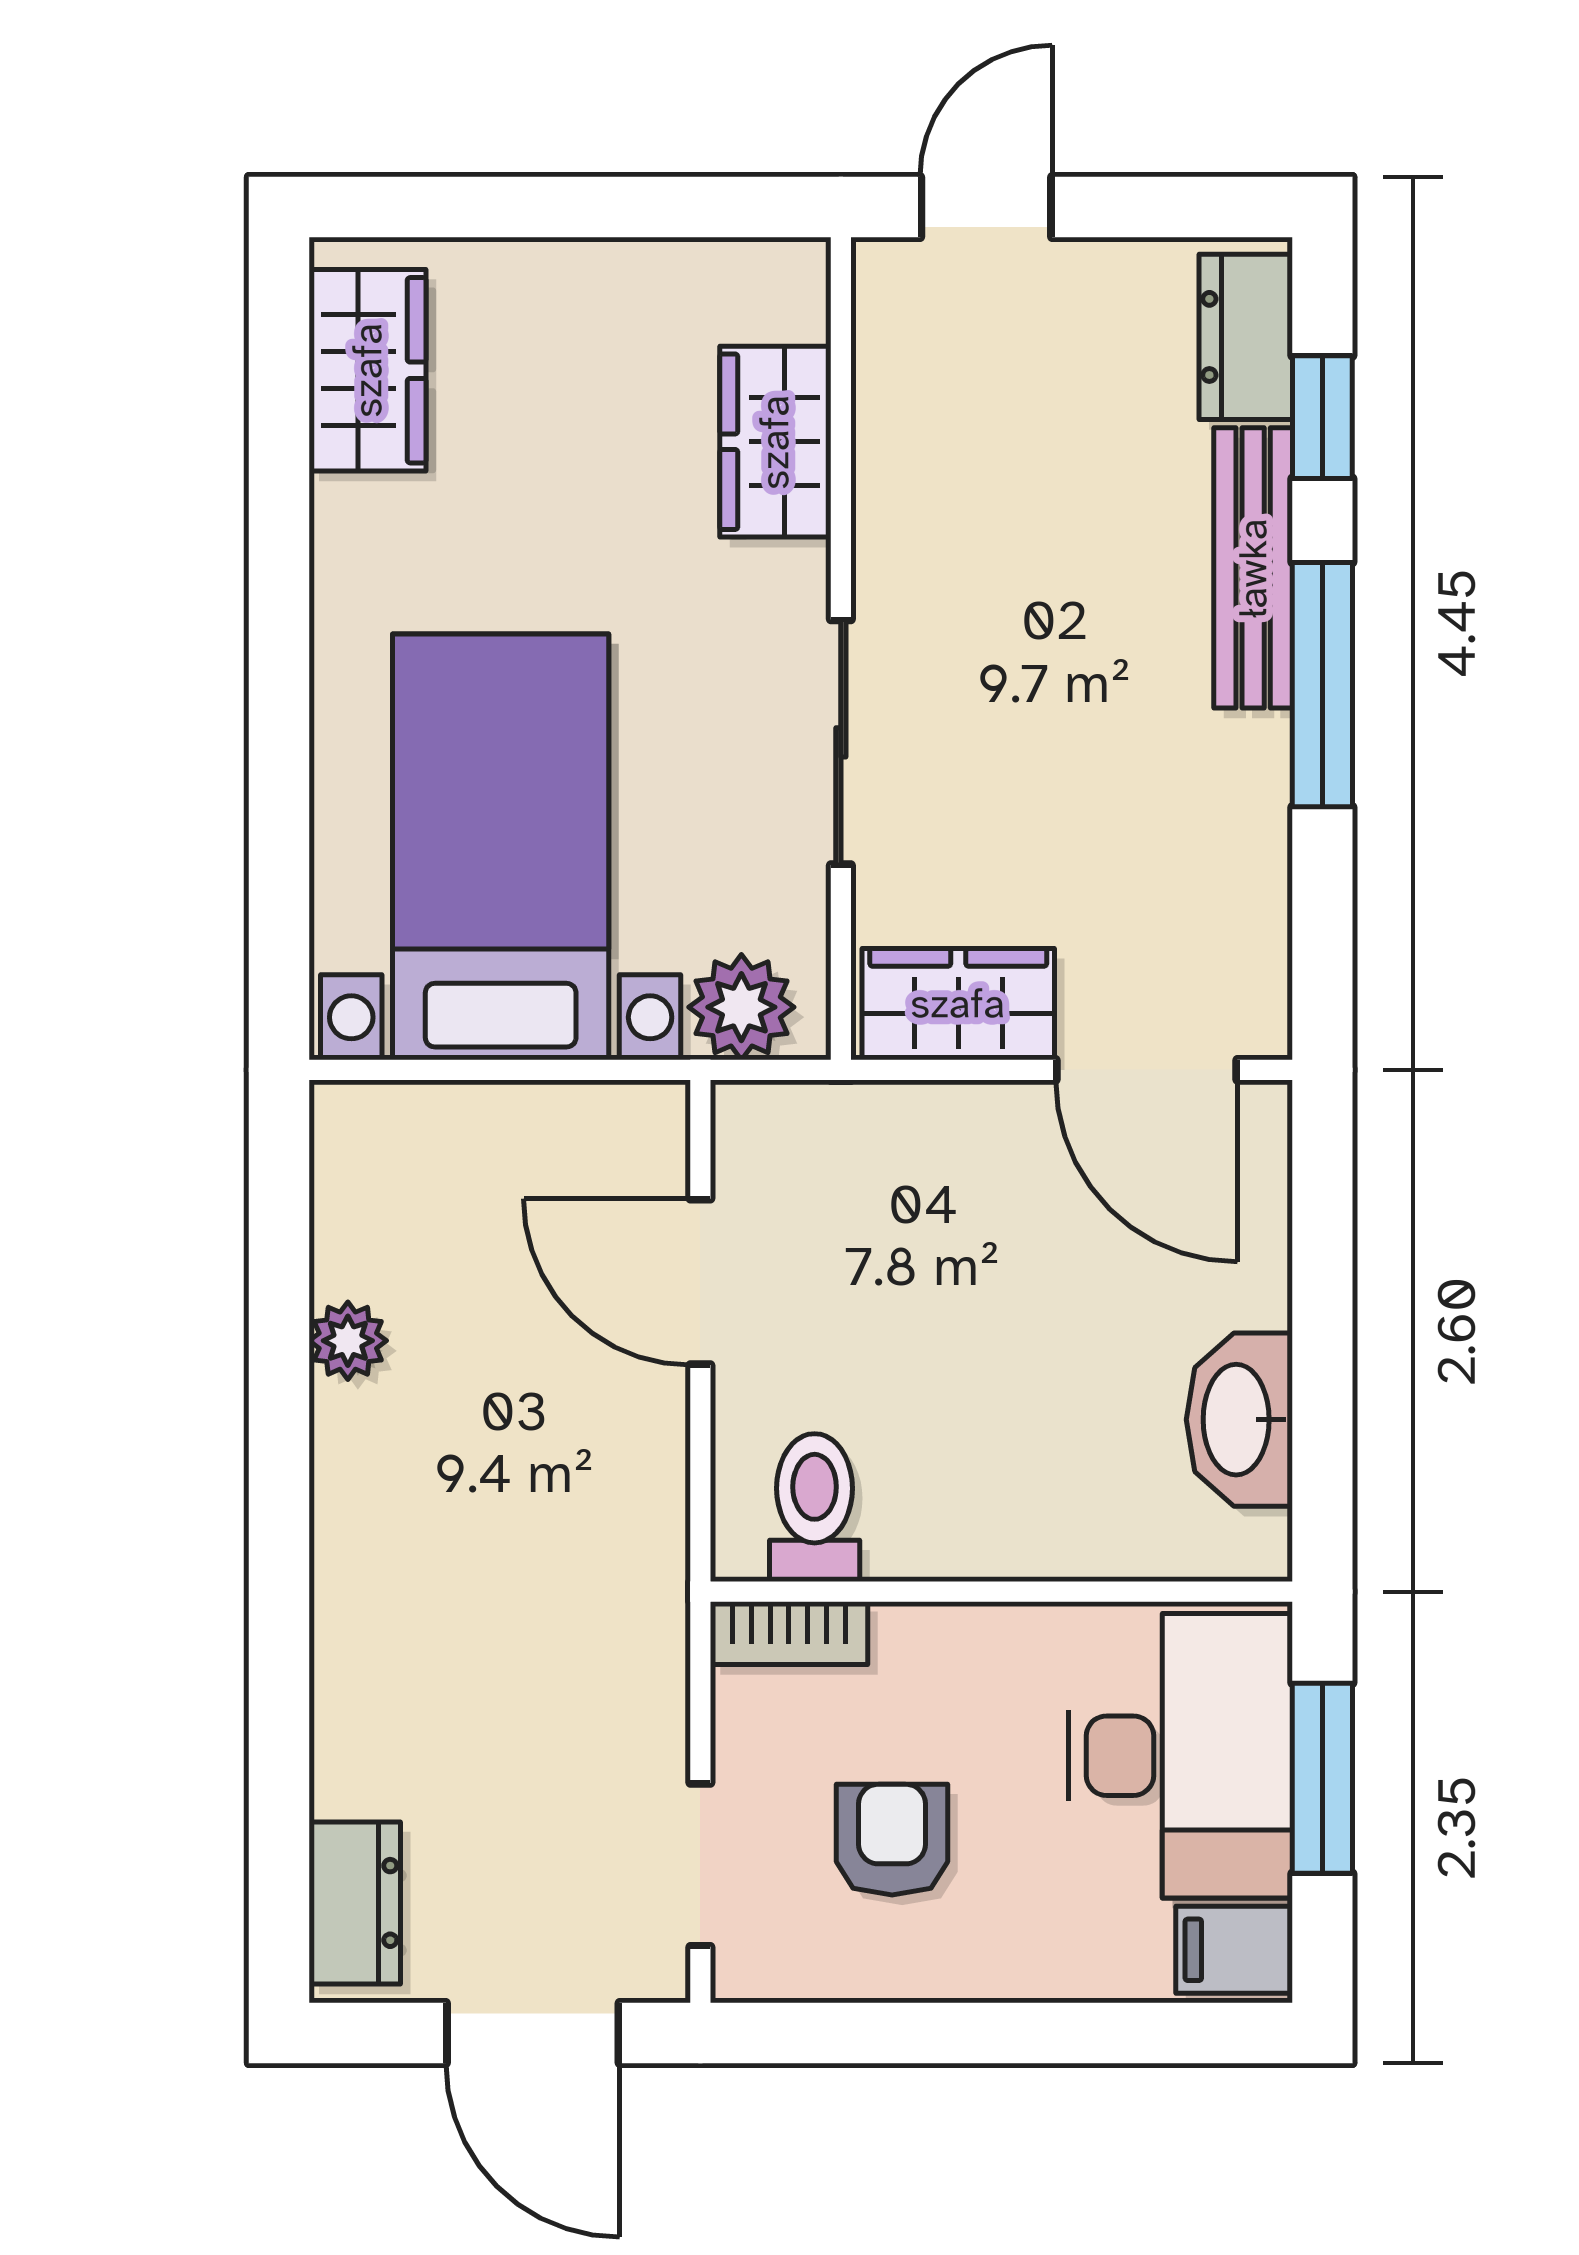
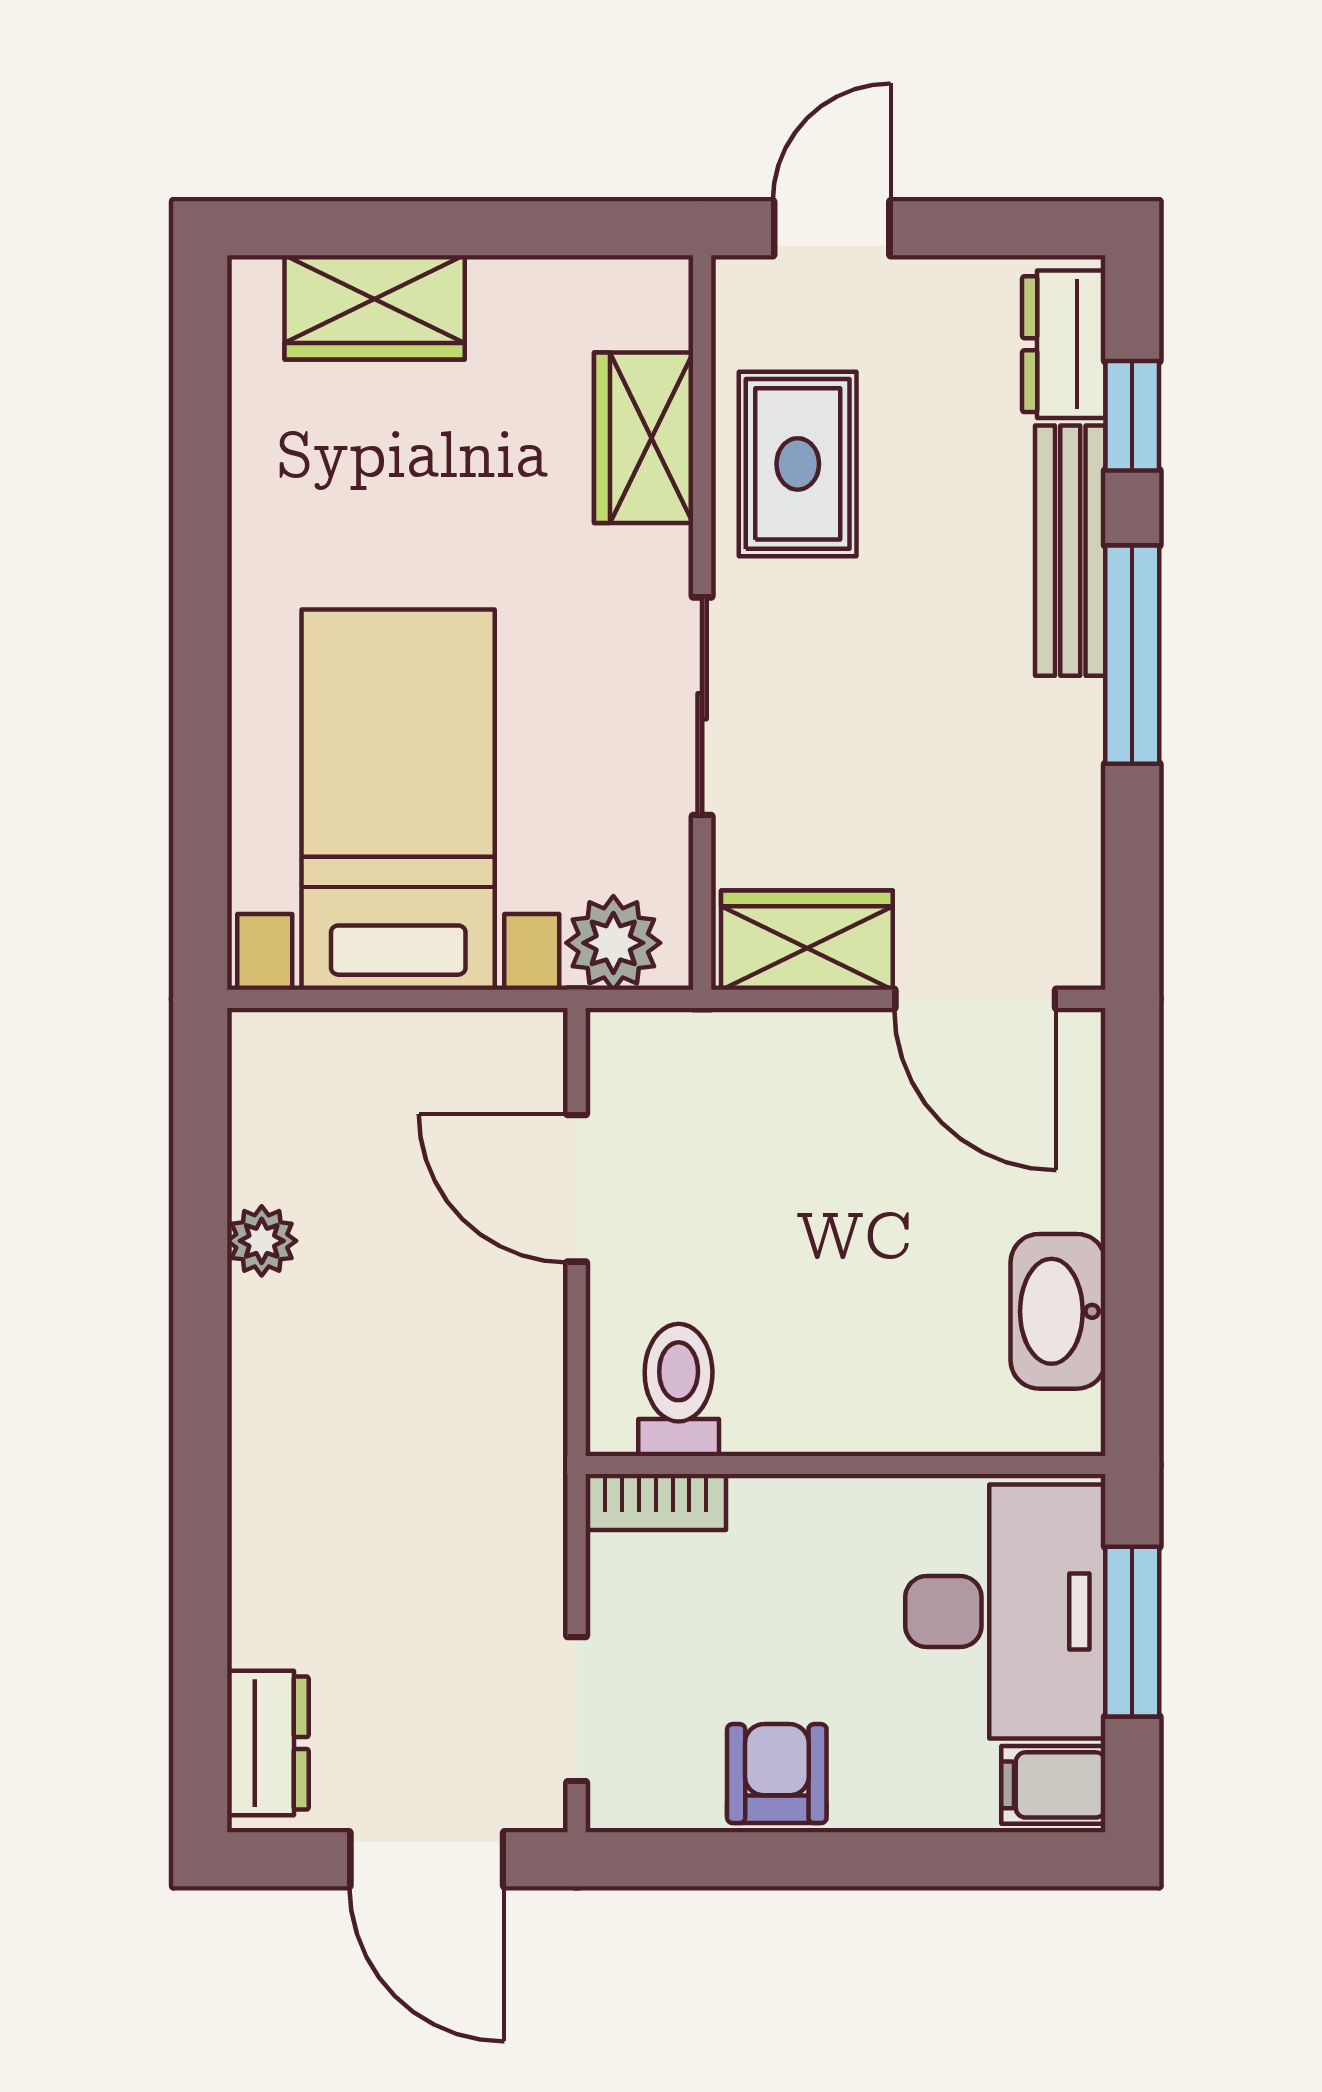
wardrobe: (368, 370) -> (375, 307), moved, turned 90
rug: (948, 471) -> (798, 464), added
armchair: (892, 1840) -> (777, 1774), moved

